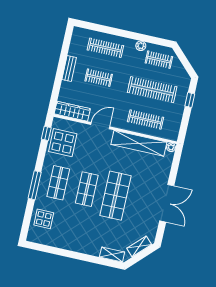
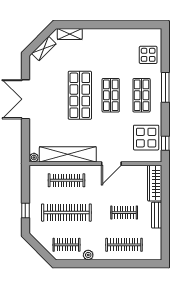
wardrobe: (72, 111) -> (155, 183), moved, turned 90

